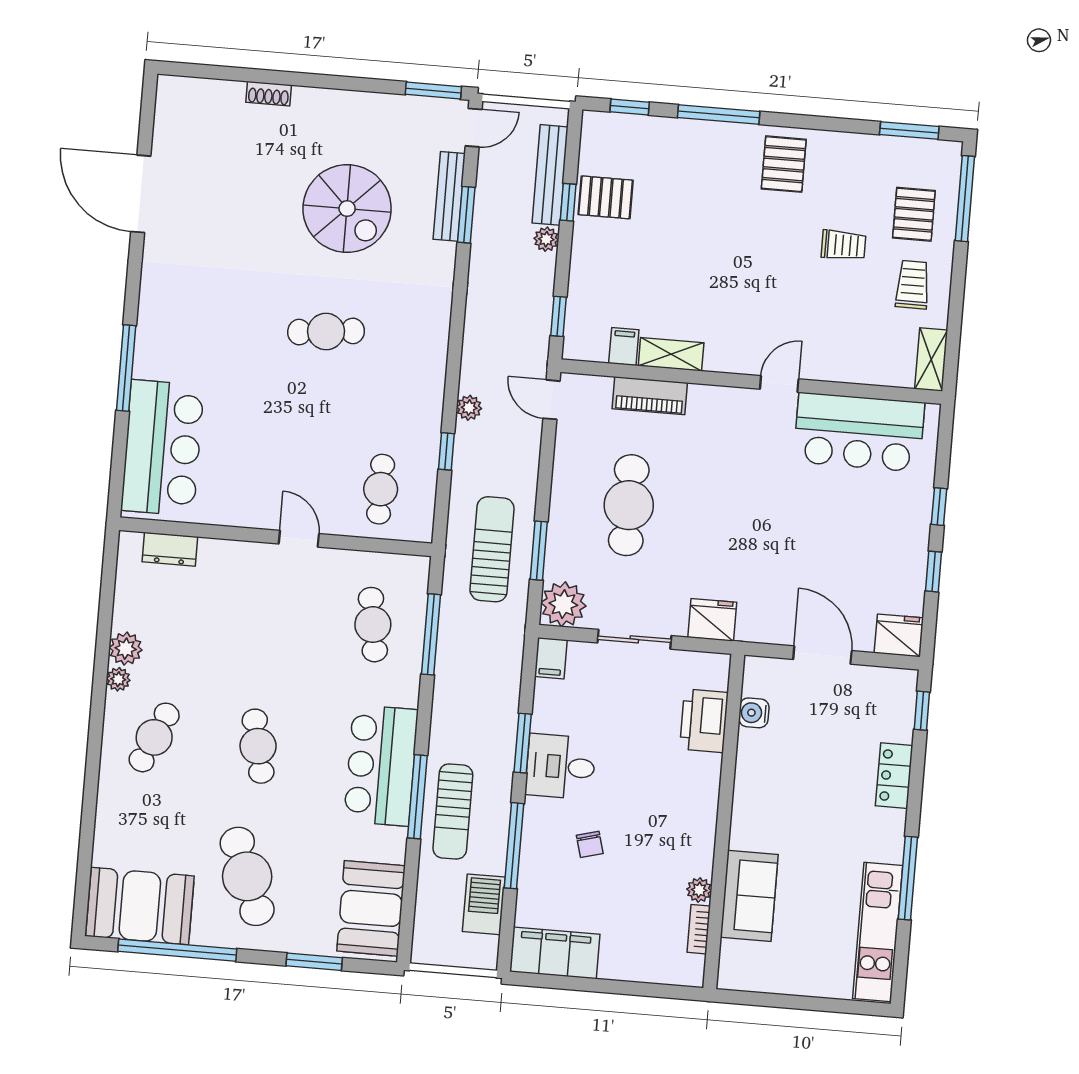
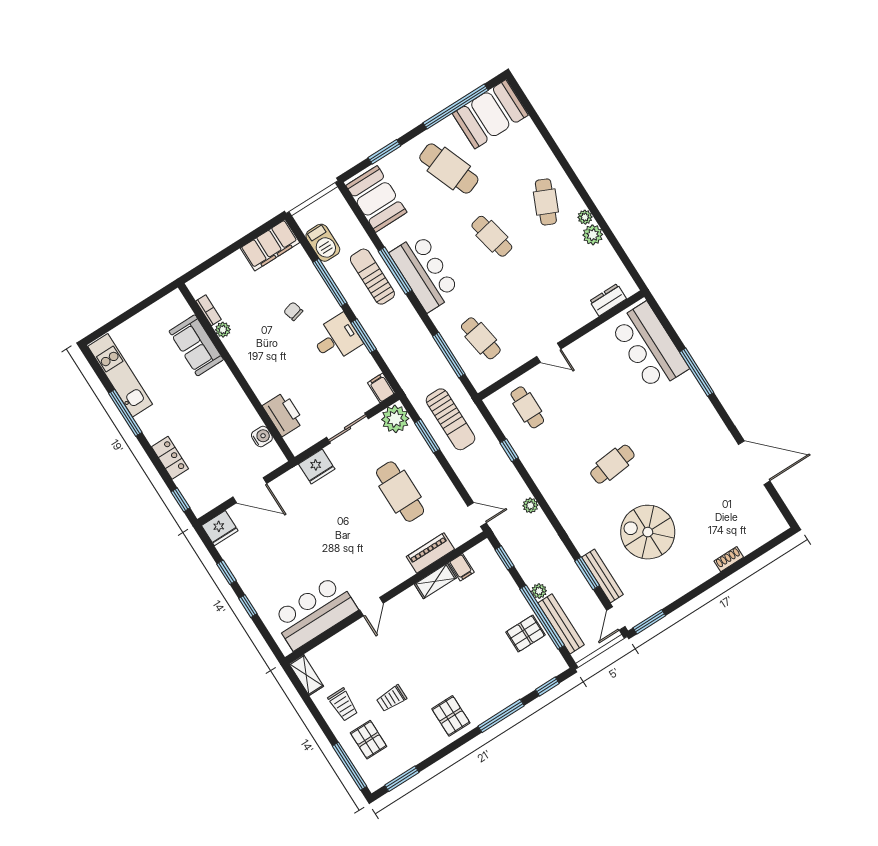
window: (568, 202) -> (542, 617), width x3.17
plant: (469, 408) -> (530, 505), moved

